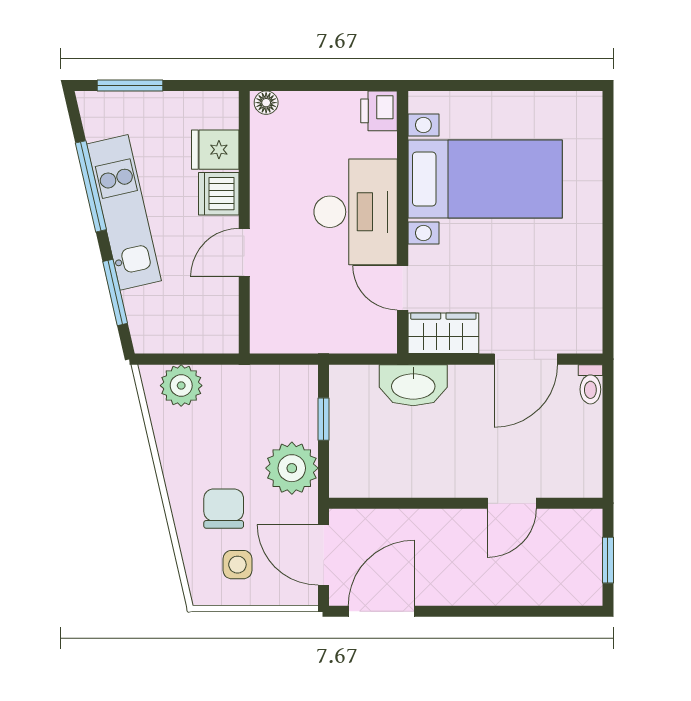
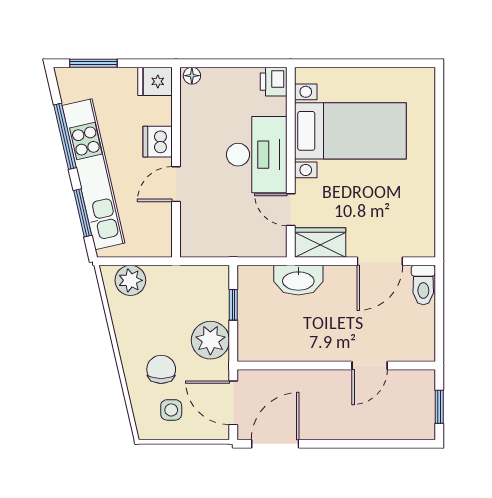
fridge: (215, 150) -> (155, 81), moved
kitchen unit: (124, 212) -> (93, 174), width x1.36
toilet: (590, 384) -> (423, 285), width x1.37, depth x1.39

